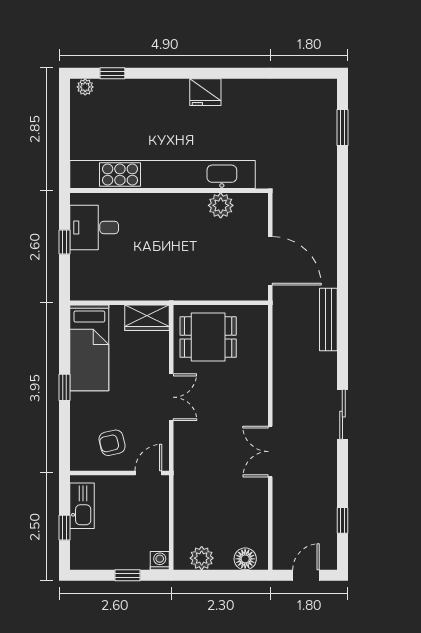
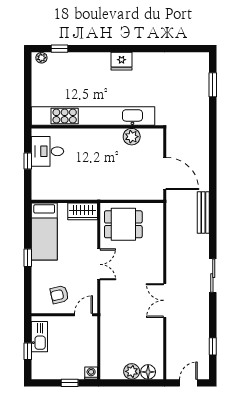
plant: (202, 558) -> (132, 371), moved

